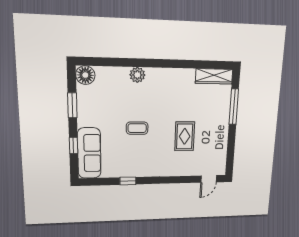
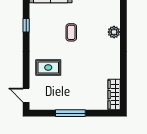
window: (234, 107) -> (70, 113), moved
rug: (185, 136) -> (48, 67), moved

